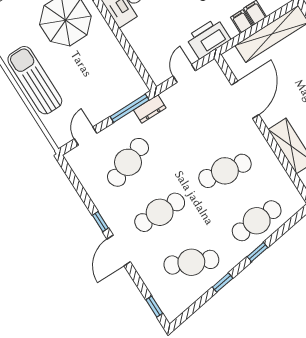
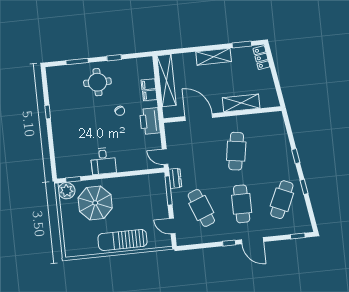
door: (184, 73) -> (165, 157), moved
cafe table: (257, 221) -> (276, 147), removed

